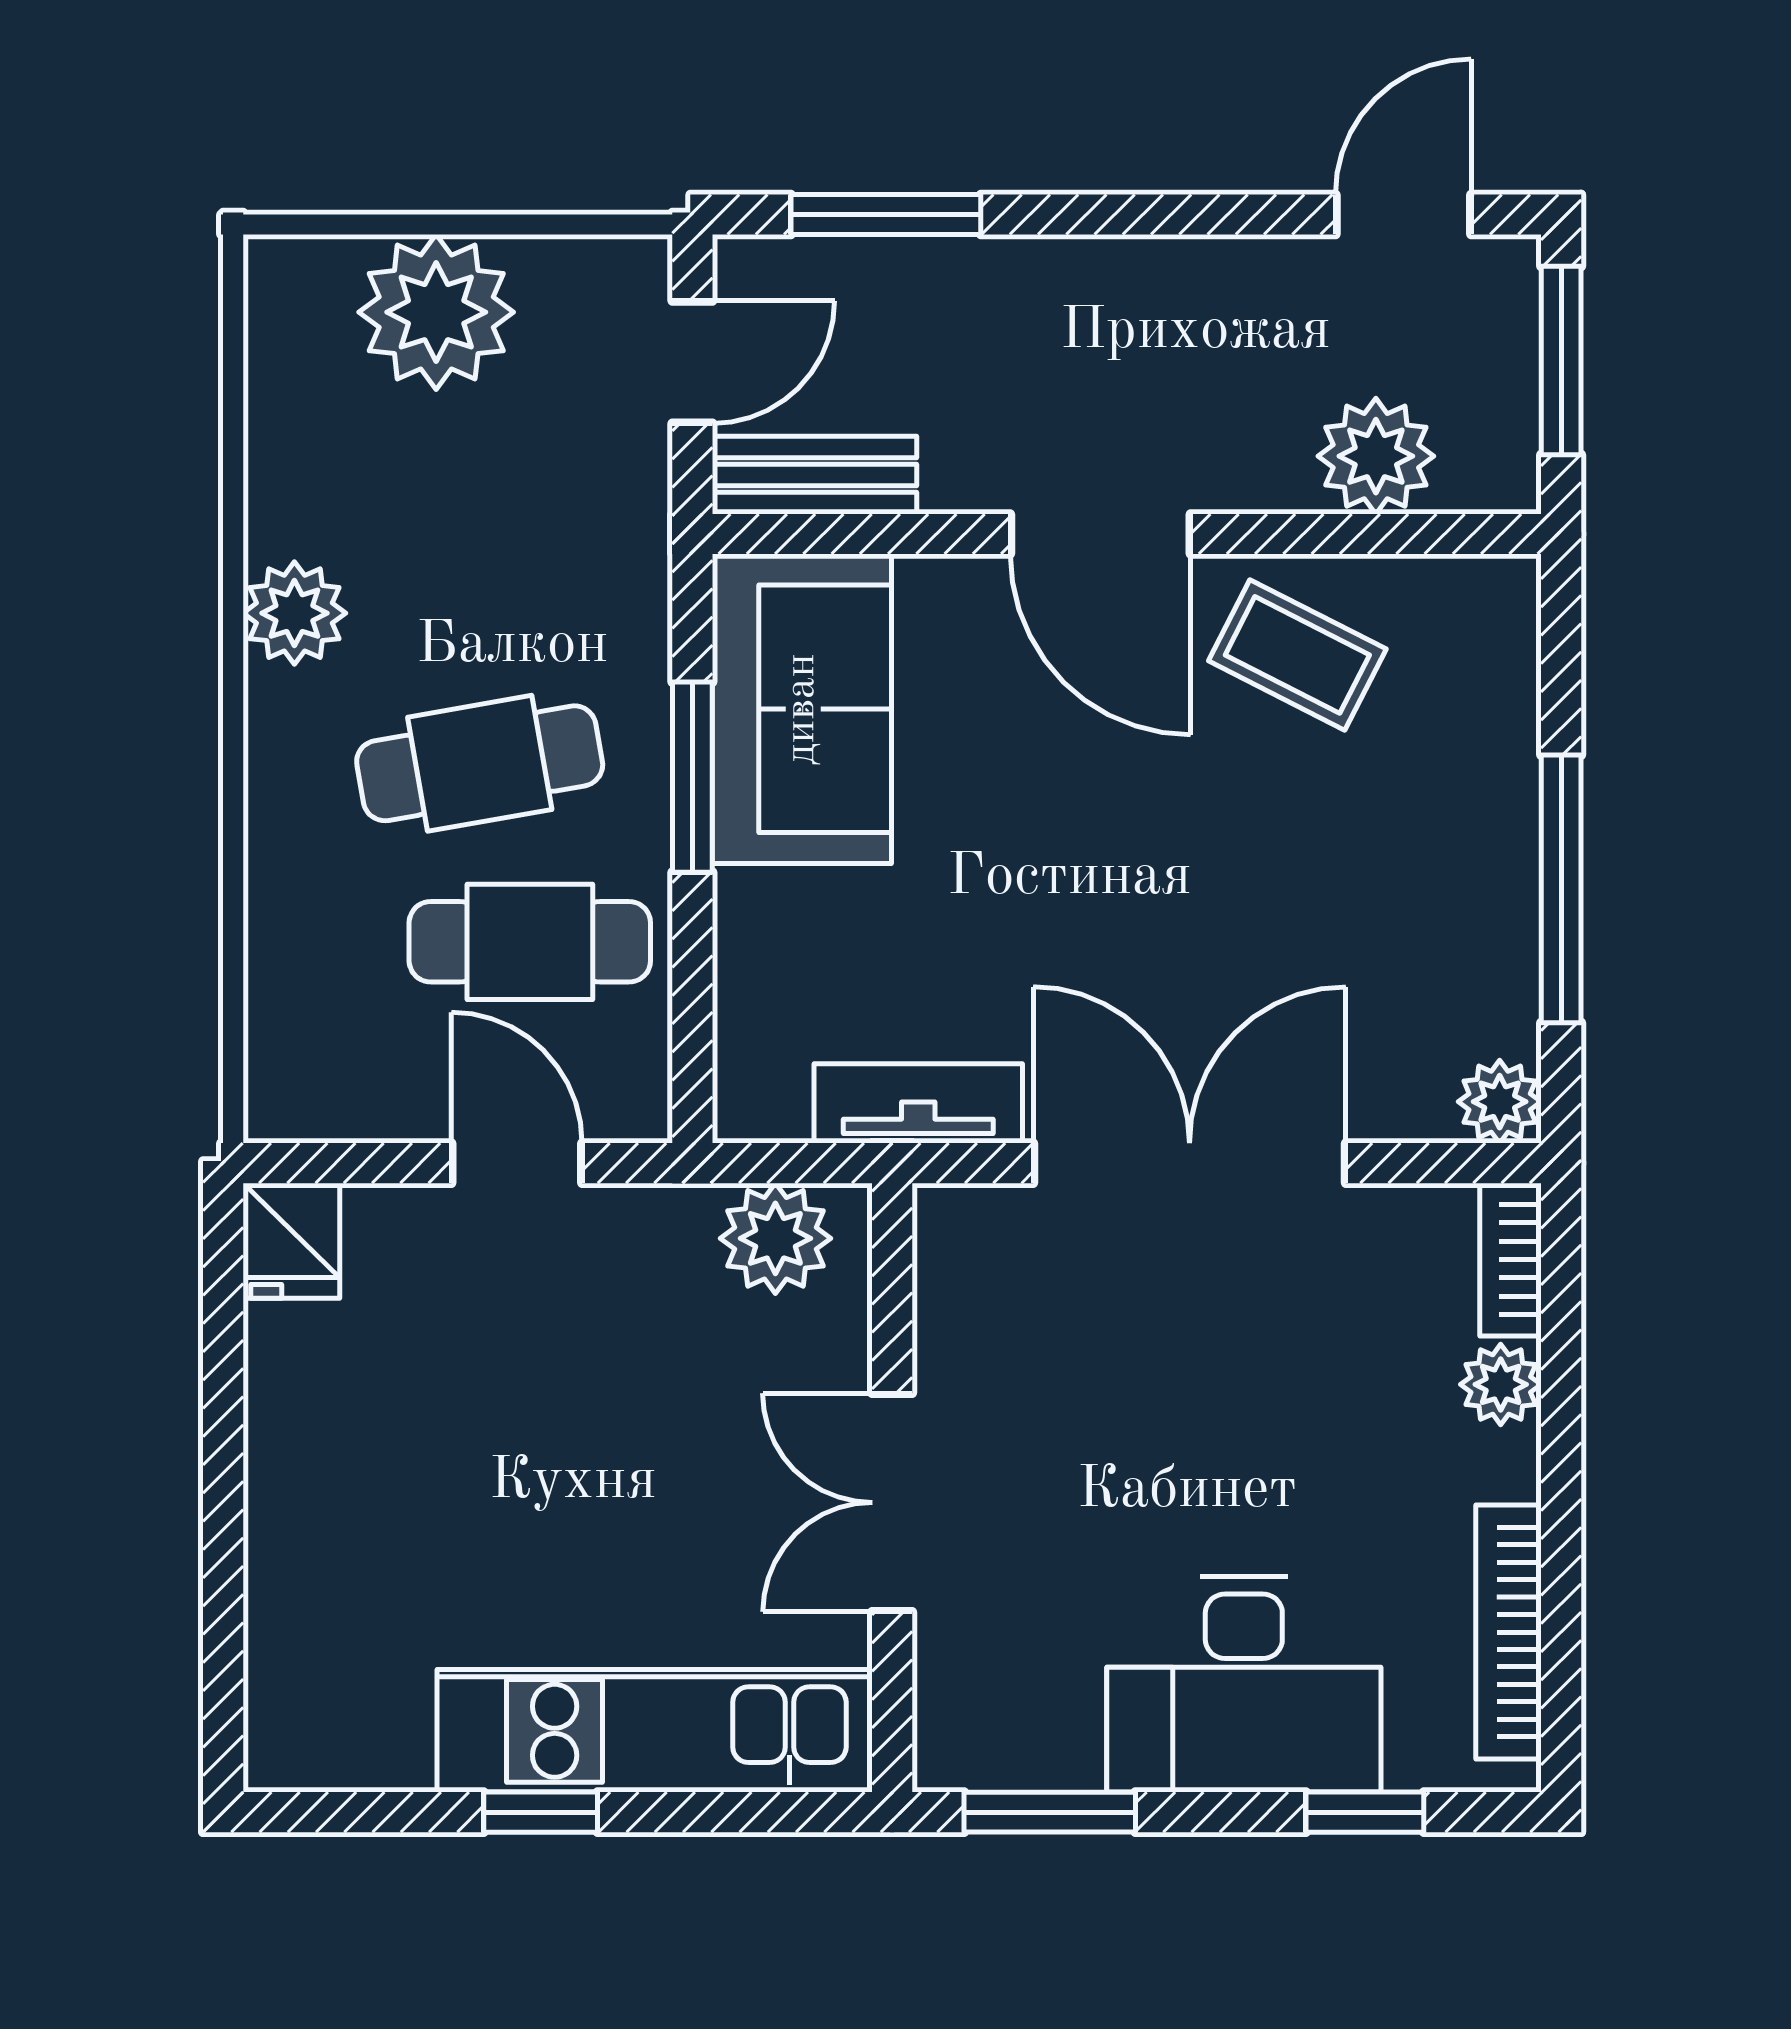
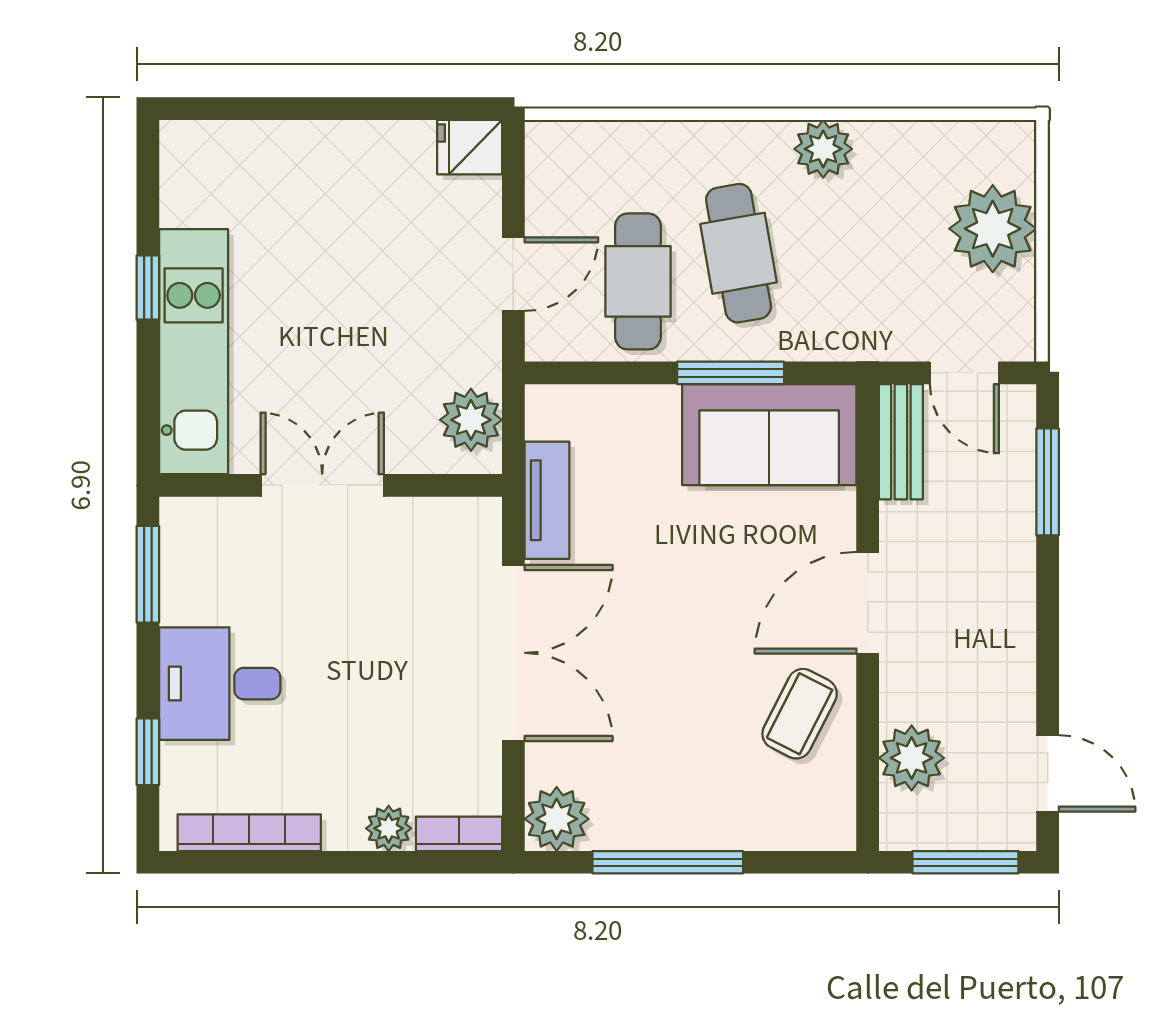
plant: (1500, 1102) -> (557, 819), width x1.38, depth x1.38
desk: (1244, 1684) -> (220, 684), width x0.73

